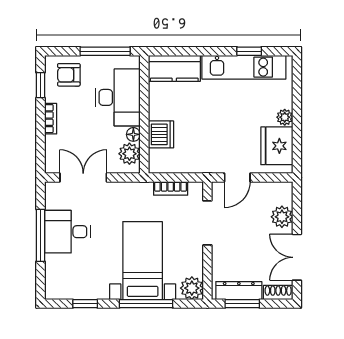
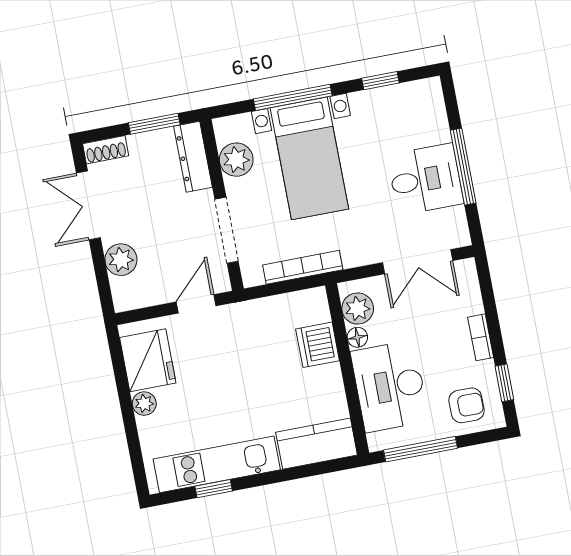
bookcase: (171, 188) -> (303, 267), width x1.56
double door: (297, 257) -> (88, 205), swing flipped
plant: (192, 288) -> (236, 160), moved
dresser: (239, 291) -> (193, 157), moved, turned 90

